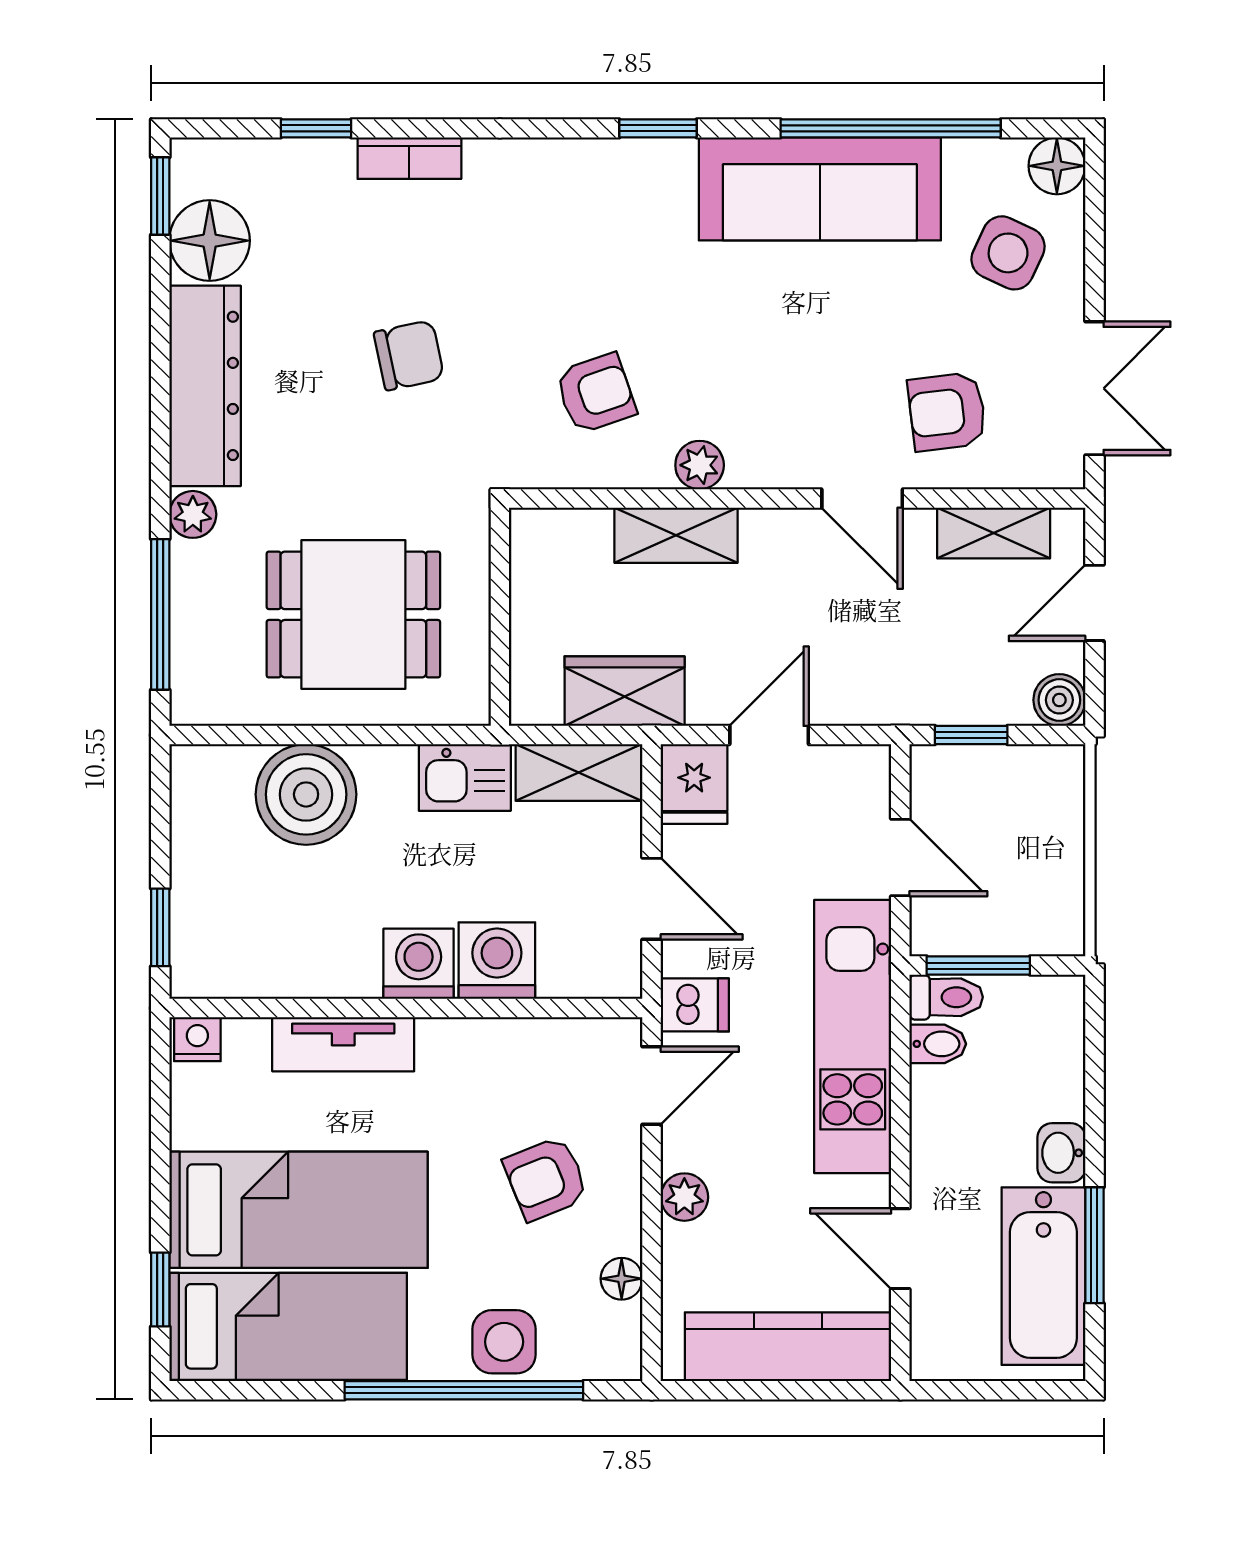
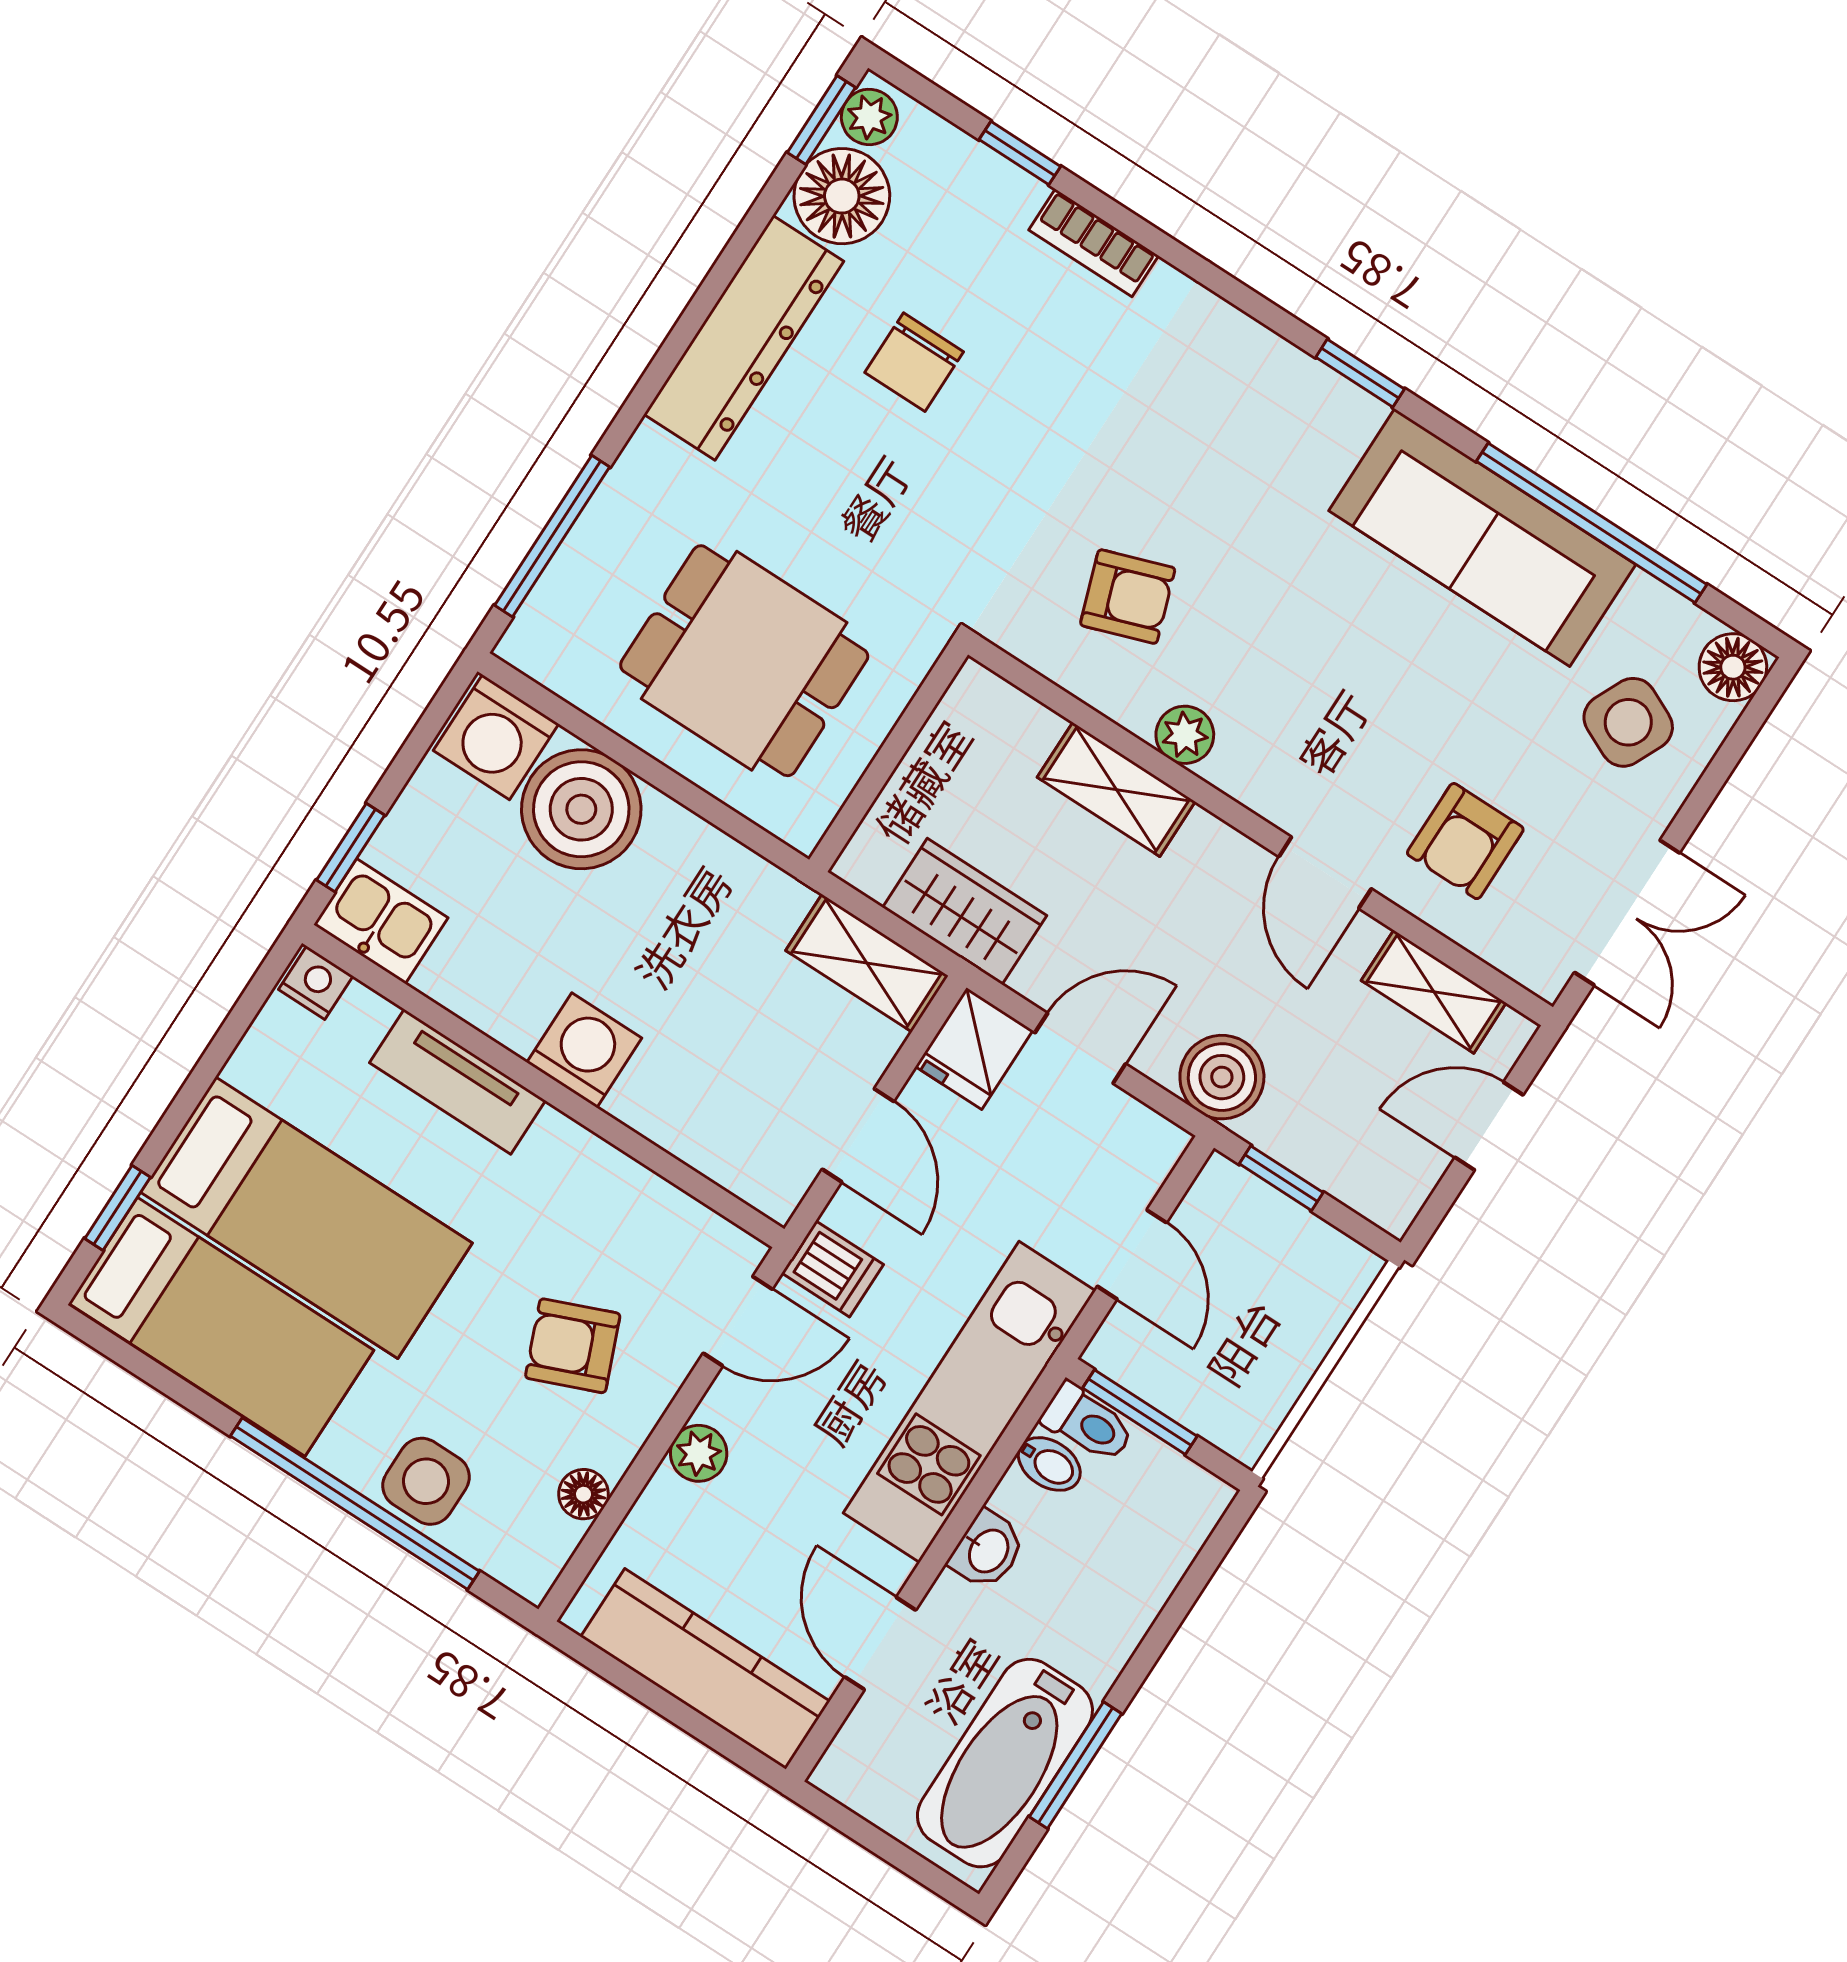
chair: (409, 355) -> (914, 362), moved, turned 102
armchair: (947, 412) -> (1465, 841), turned -83
plant: (193, 514) -> (869, 117), moved
boiler: (1059, 700) -> (1222, 1077), moved, width x1.36, depth x1.36
kitchen sink: (465, 777) -> (381, 921), moved, turned 180
washing machine: (497, 961) -> (496, 737), moved, turned 180
washbasin: (1061, 1153) -> (987, 1550), moved, turned 180

